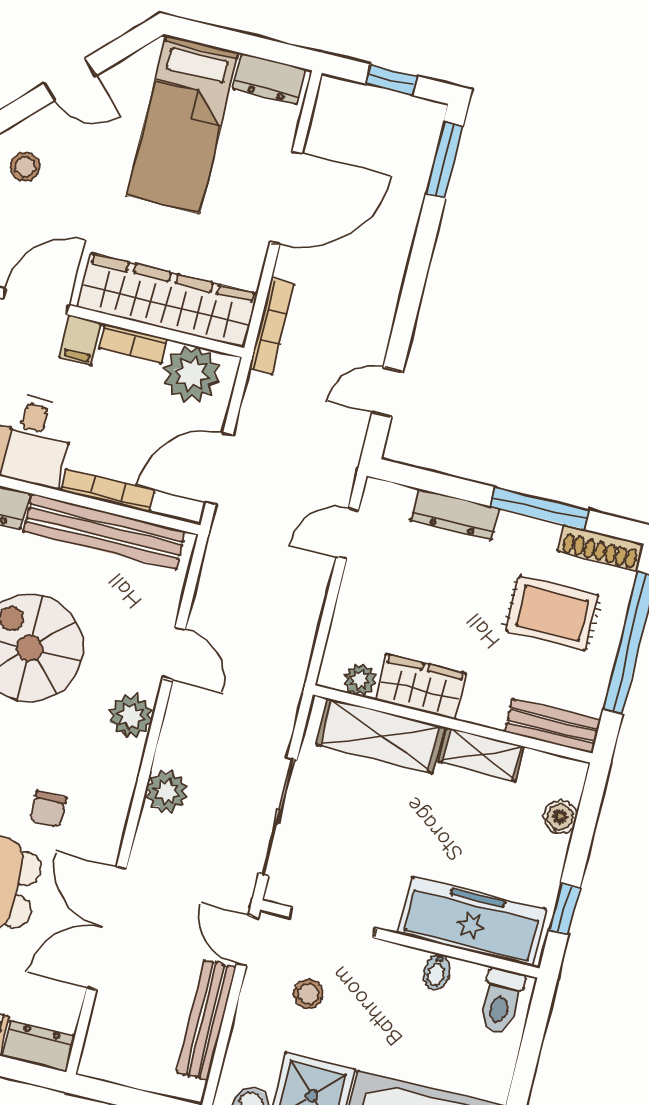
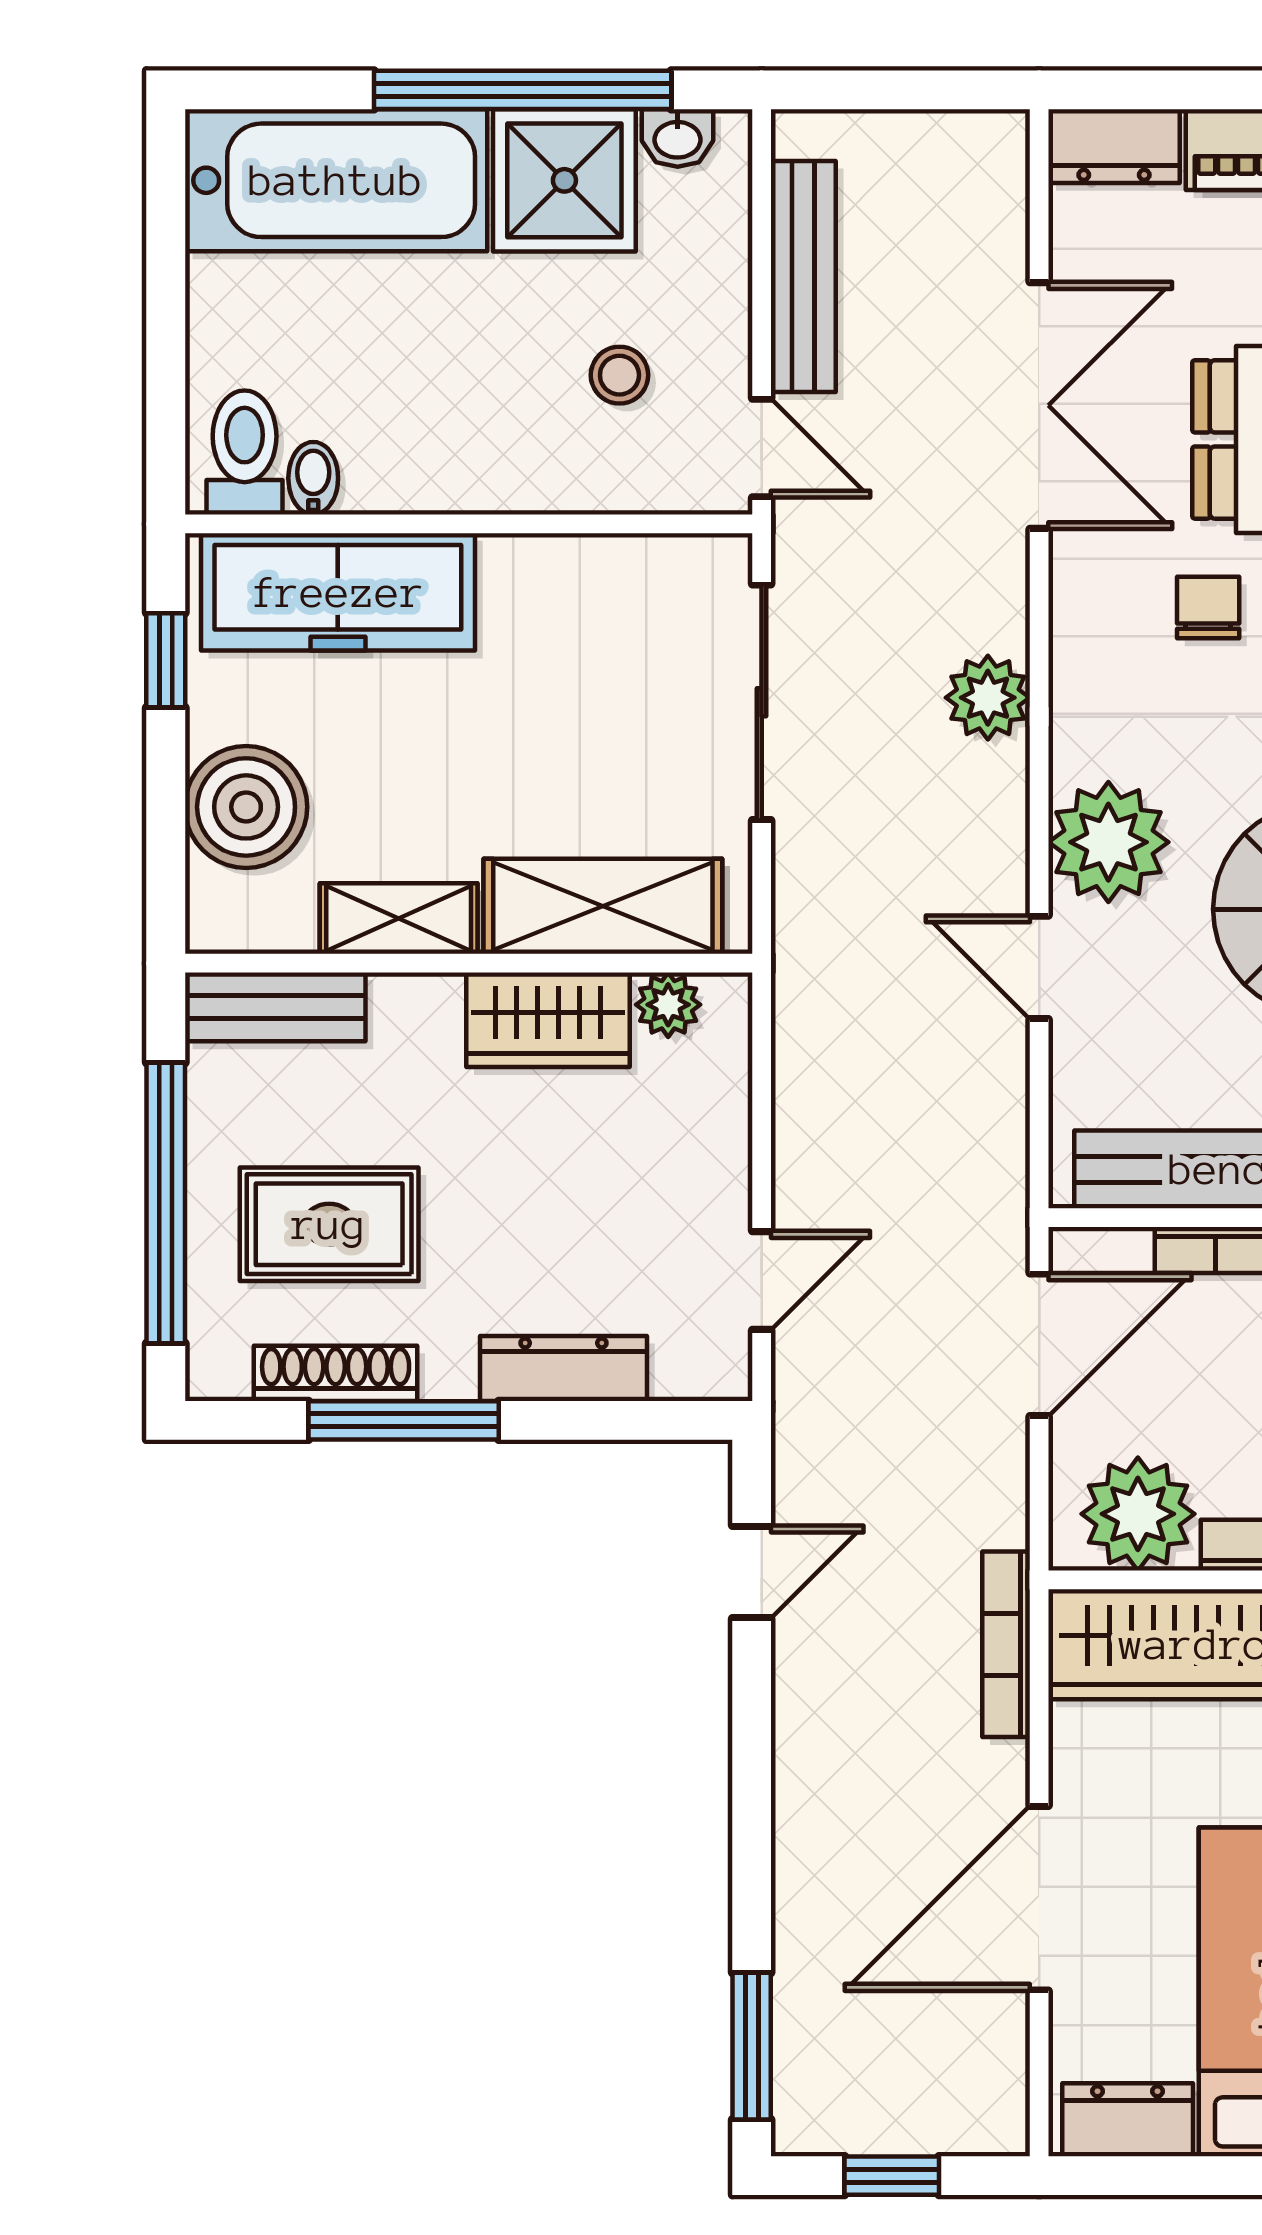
shoe rack: (601, 548) -> (336, 1373), moved
plant: (131, 716) -> (1108, 842), width x1.36, depth x1.36
boiler: (560, 817) -> (246, 807), width x1.86, depth x1.86
doorway: (332, 922) -> (606, 524), removed
bidet: (437, 972) -> (313, 478), moved

